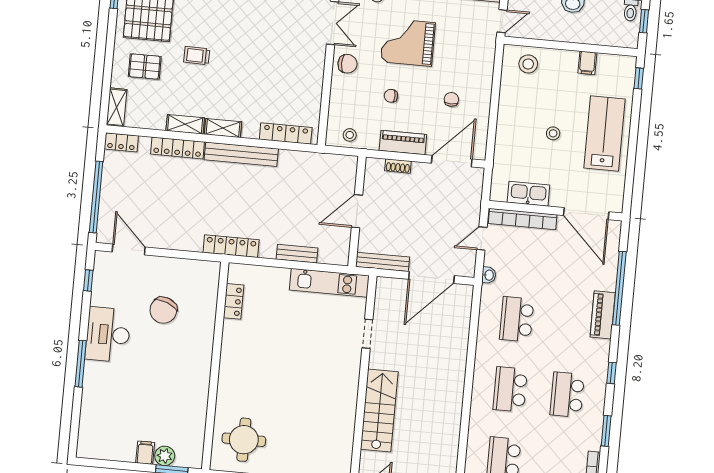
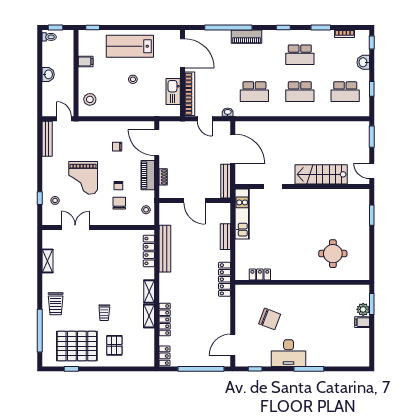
chair: (347, 64) -> (119, 203), moved
shelving: (117, 107) -> (142, 361), removed
bench: (241, 154) -> (165, 249), moved
door: (586, 214) -> (182, 53), hinge flipped
round table: (244, 440) -> (333, 254), moved

